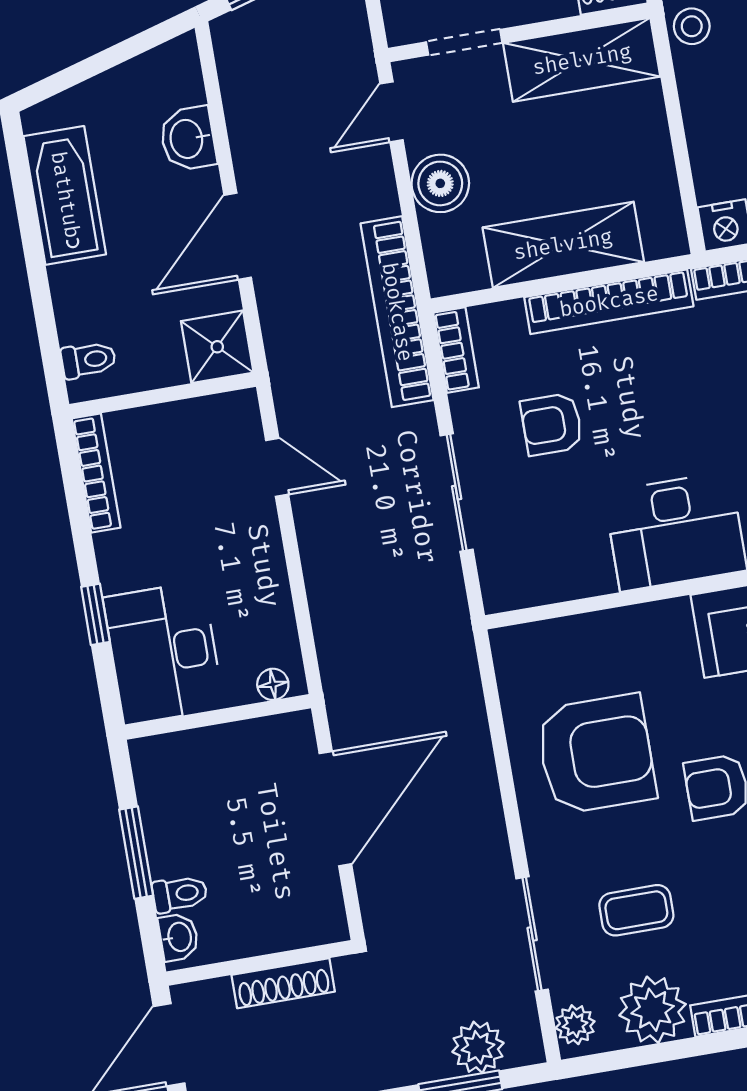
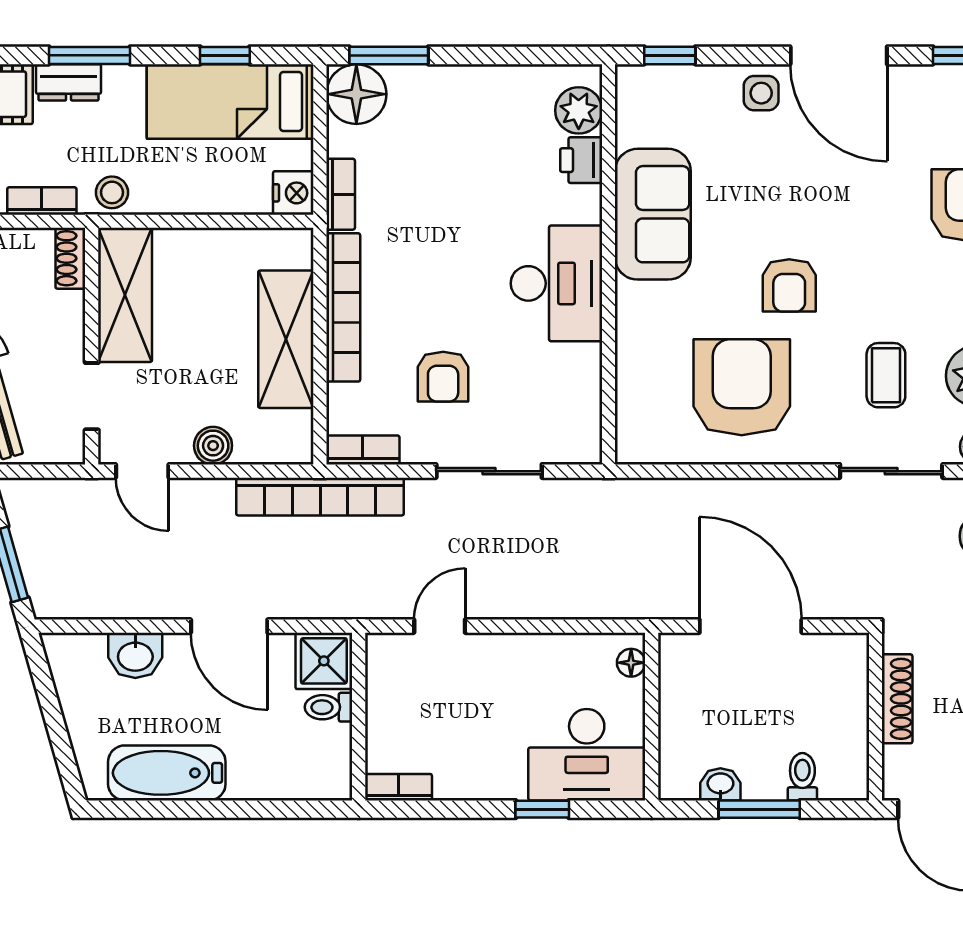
boiler: (440, 183) -> (213, 446), width x0.73, depth x0.73
toilet: (88, 360) -> (329, 707), moved, turned -90
bookcase: (96, 473) -> (398, 787), width x0.64
washbasin: (179, 937) -> (720, 784), moved

